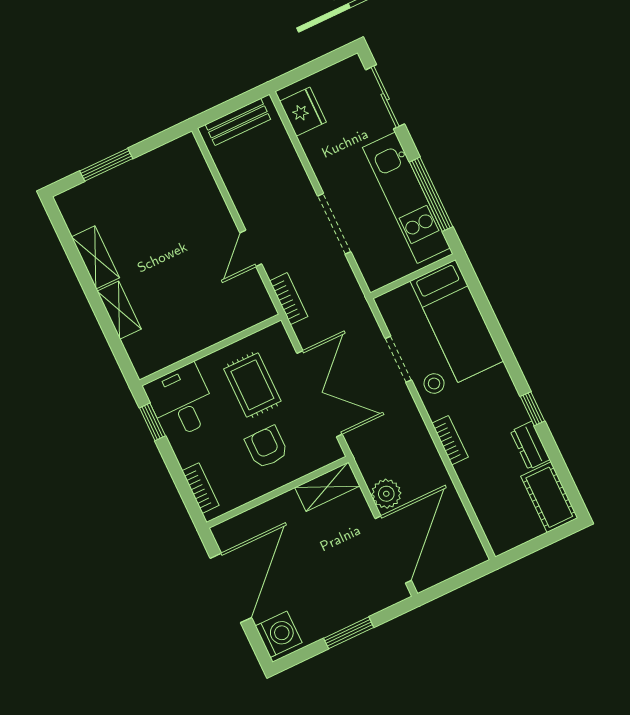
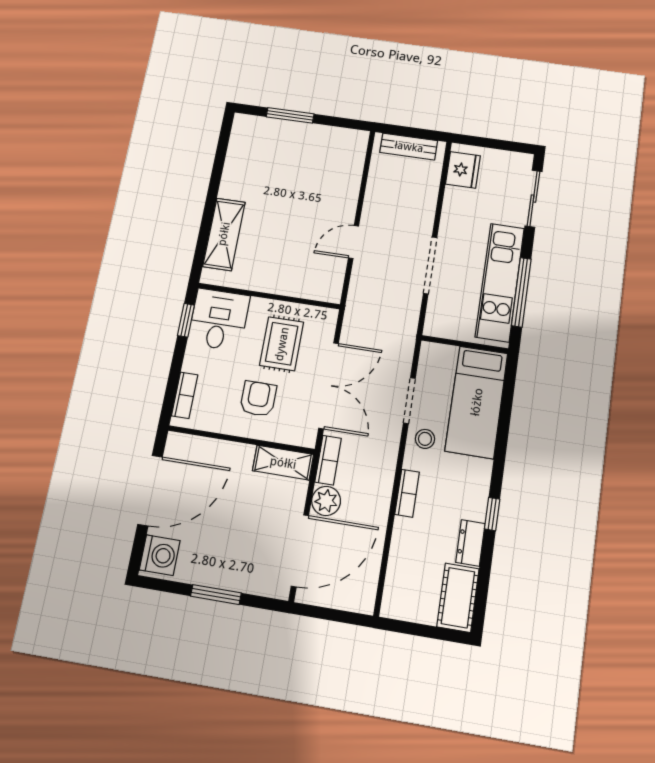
shelving: (95, 257) -> (234, 174), removed
bookcase: (289, 299) -> (328, 460), moved
shelving: (119, 310) -> (224, 234), width x1.50, depth x1.33

